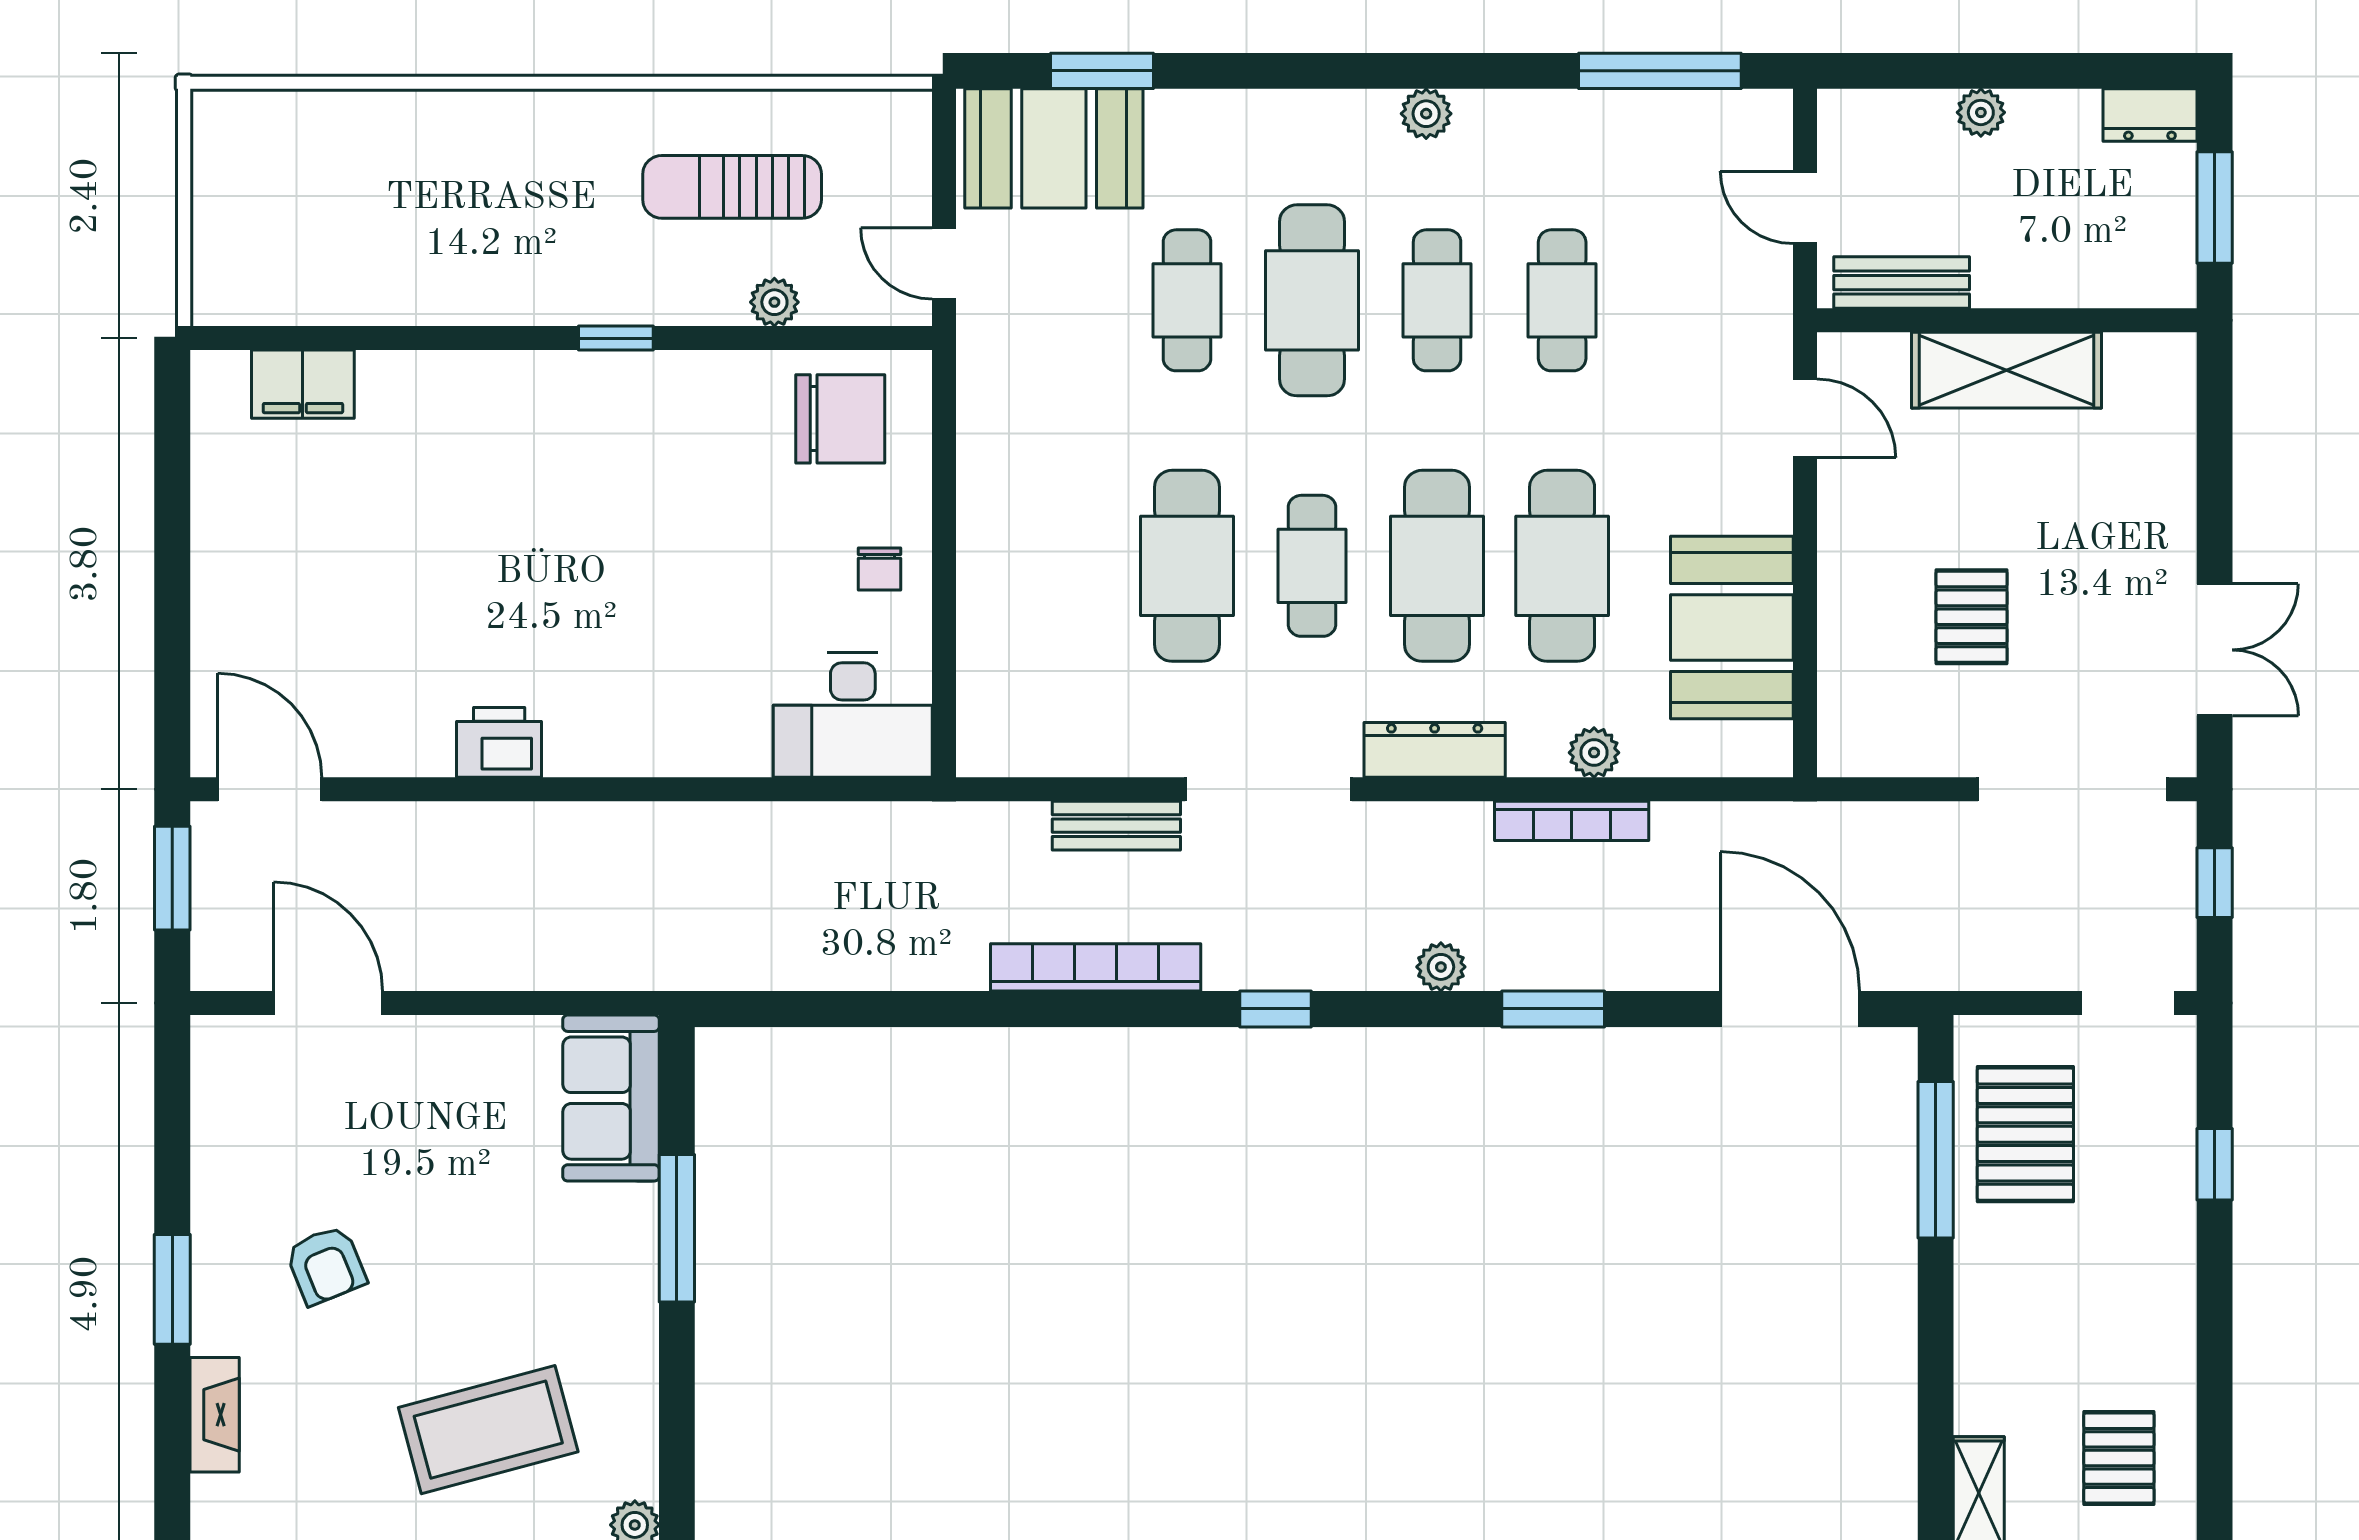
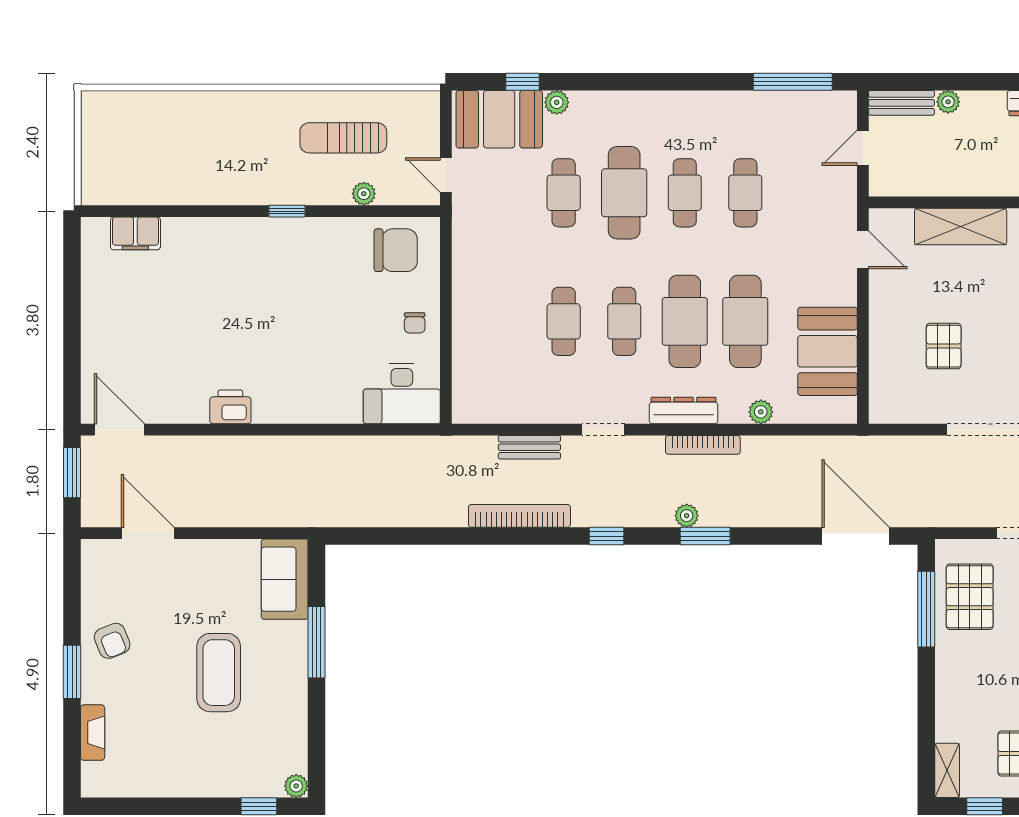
window: (1102, 71) -> (522, 82), width x0.67
plant: (1426, 114) -> (557, 102), moved
door: (1805, 207) -> (863, 148), hinge flipped
bench: (1902, 283) -> (902, 103), moved
cafe table: (1187, 566) -> (564, 321), width x0.73, depth x0.74
doorway: (1269, 789) -> (603, 430), width x0.53
bookcase: (1572, 821) -> (703, 445), moved
window: (1553, 1009) -> (705, 536), moved
armchair: (326, 1265) -> (112, 641), moved
coffee table: (488, 1430) -> (219, 673), moved, turned -75

